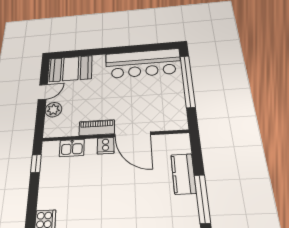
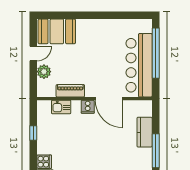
bar counter: (143, 63) -> (139, 65), moved, turned 90
piano: (97, 128) -> (70, 91), moved
window: (36, 164) -> (33, 133), moved

